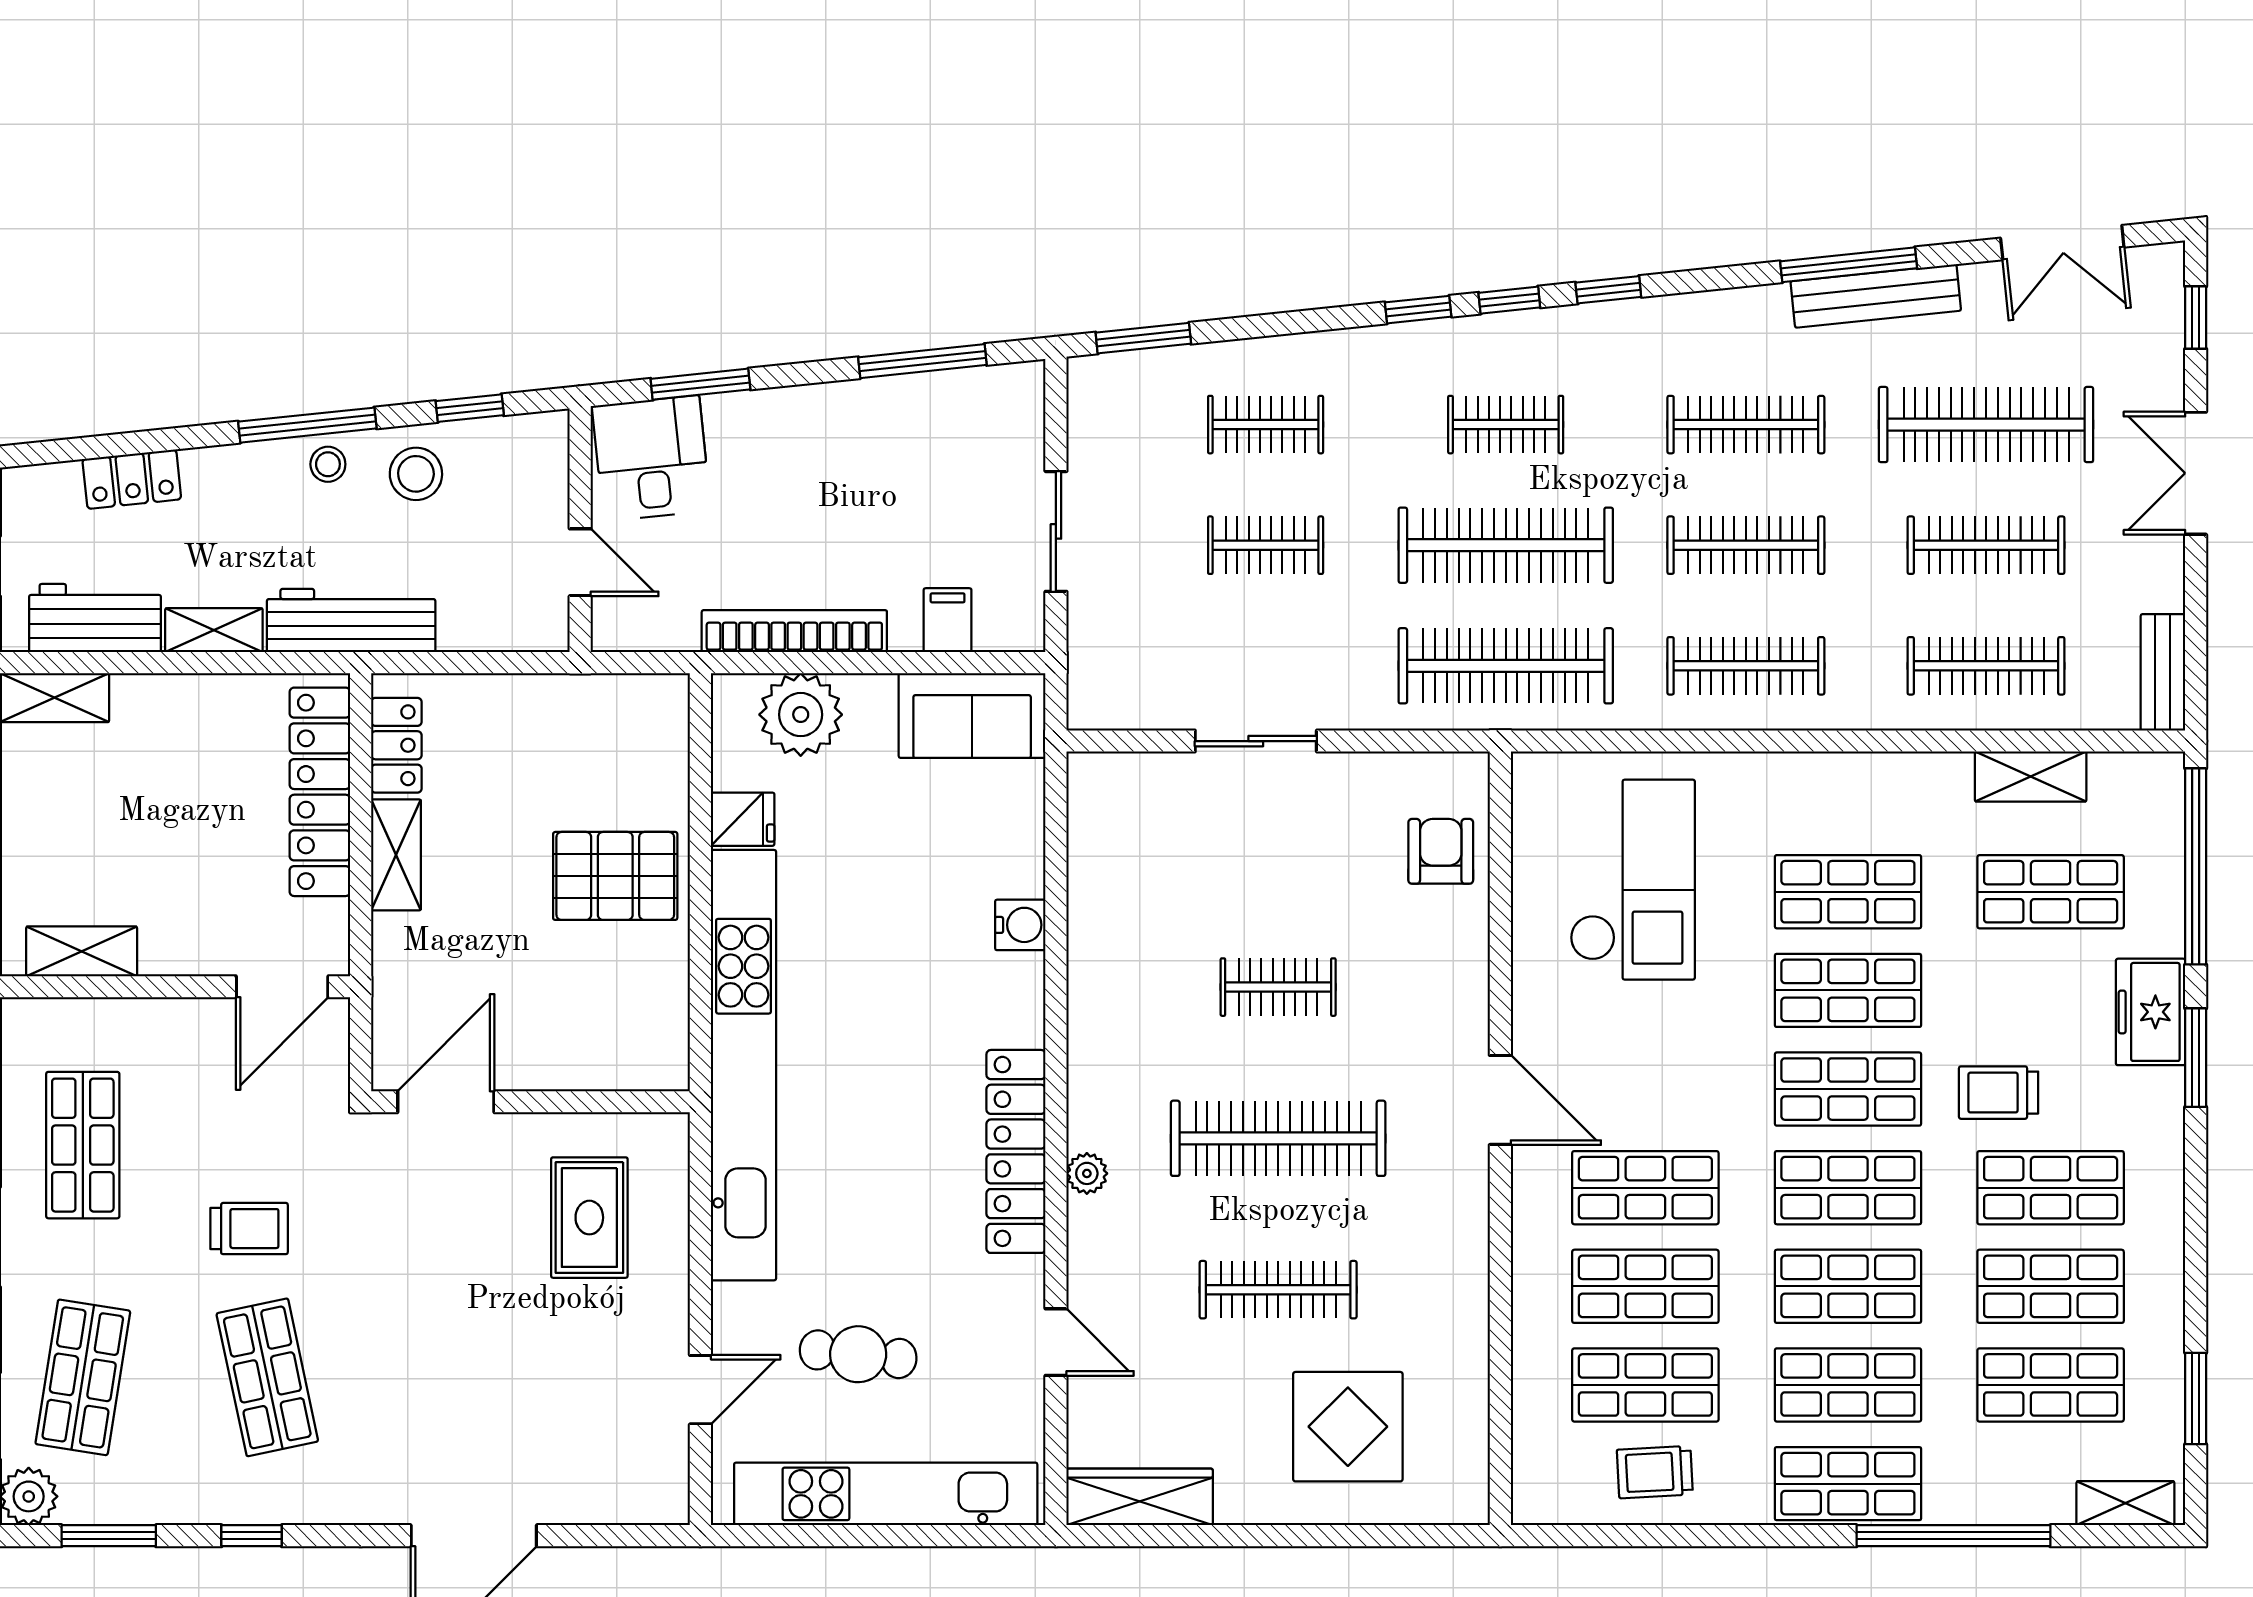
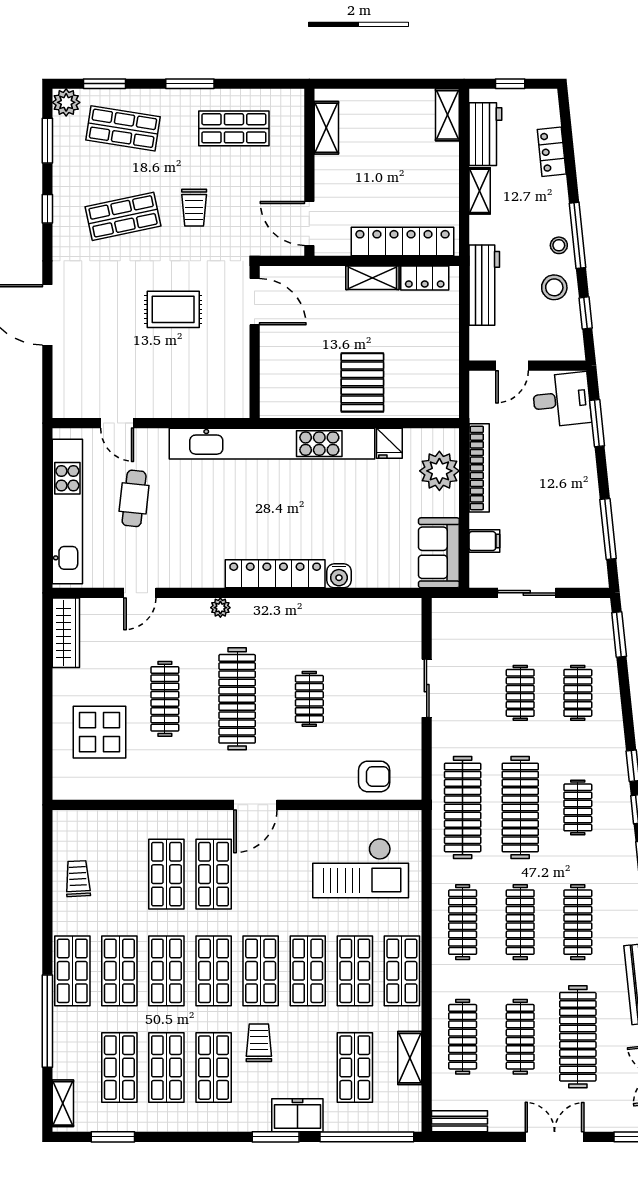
workbench: (351, 621) -> (484, 285), moved
locker: (1016, 1151) -> (275, 574), moved
rug: (589, 1218) -> (173, 309), moved
shop shelf: (1645, 1385) -> (402, 971), moved

